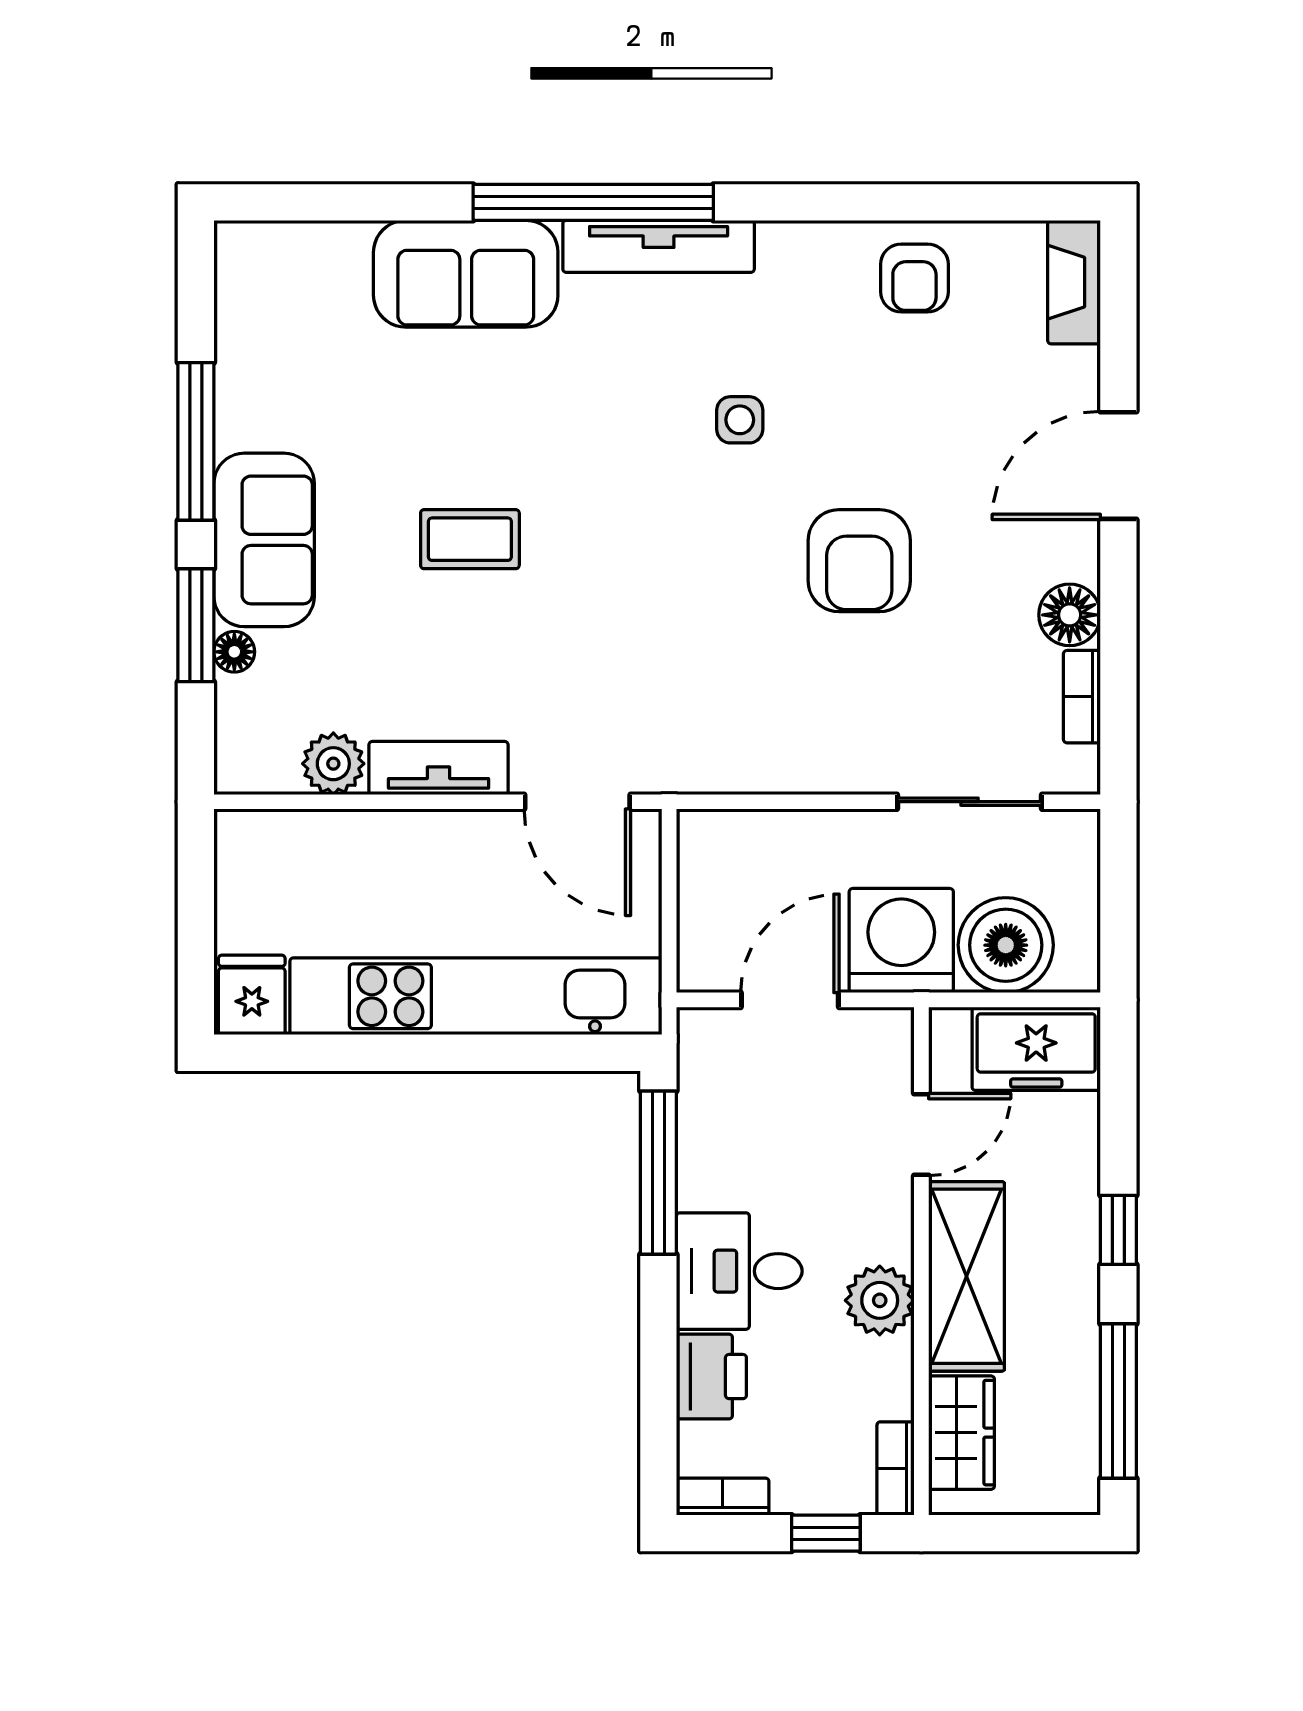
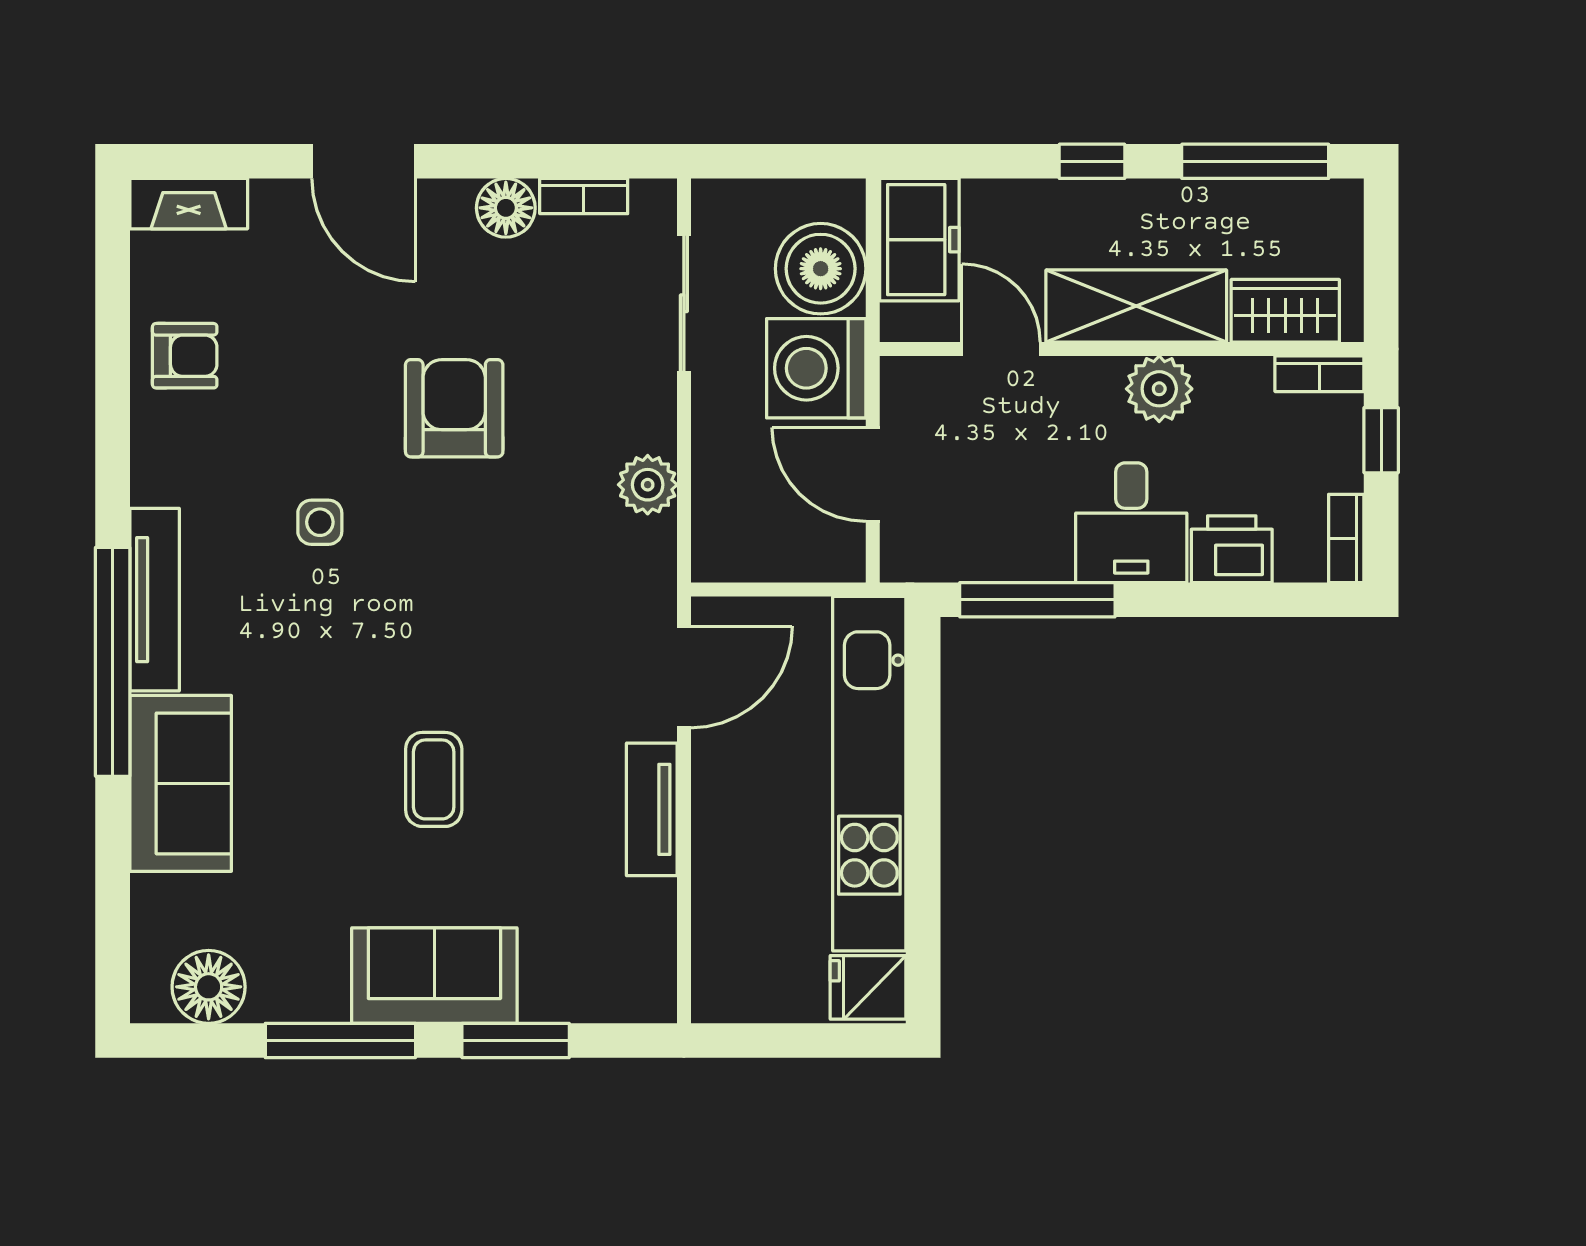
armchair: (859, 561) -> (454, 408), turned -90
floor lamp: (234, 652) -> (209, 987), moved, width x1.89, depth x1.89
plant: (333, 764) -> (648, 485), moved

